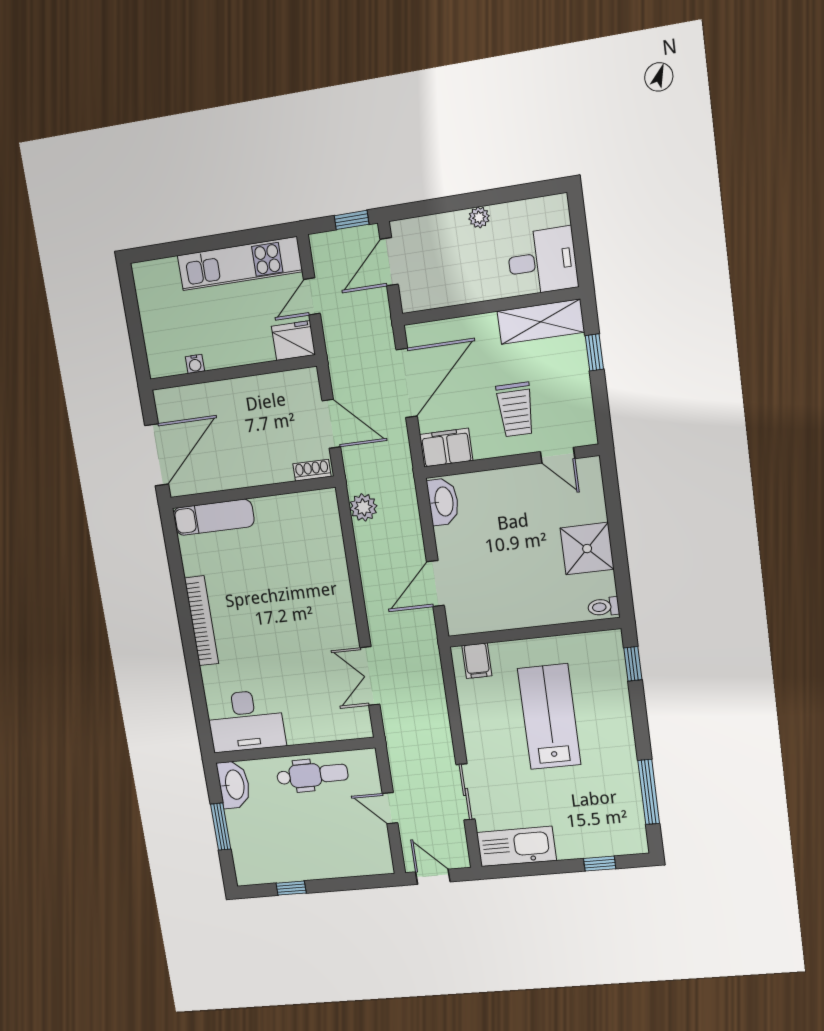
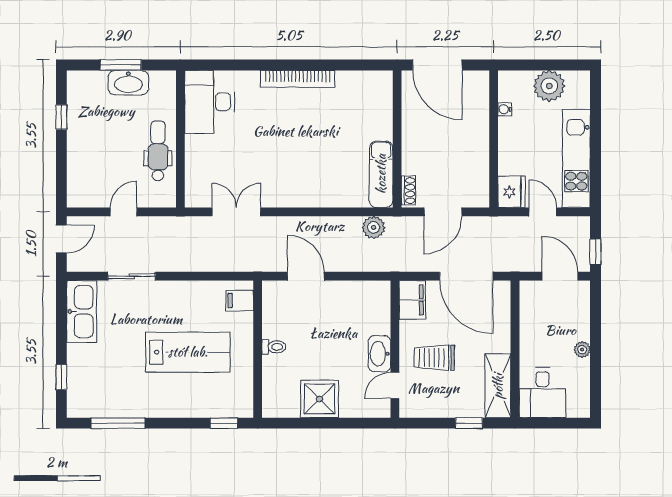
plant: (158, 312) -> (549, 86), added
washbasin: (443, 502) -> (379, 354), moved, turned 90
exam couch: (214, 517) -> (381, 174), moved
toilet: (603, 607) -> (274, 347), moved, turned 90
dental chair: (312, 775) -> (158, 151), turned 180
washbasin: (234, 785) -> (128, 83), moved

